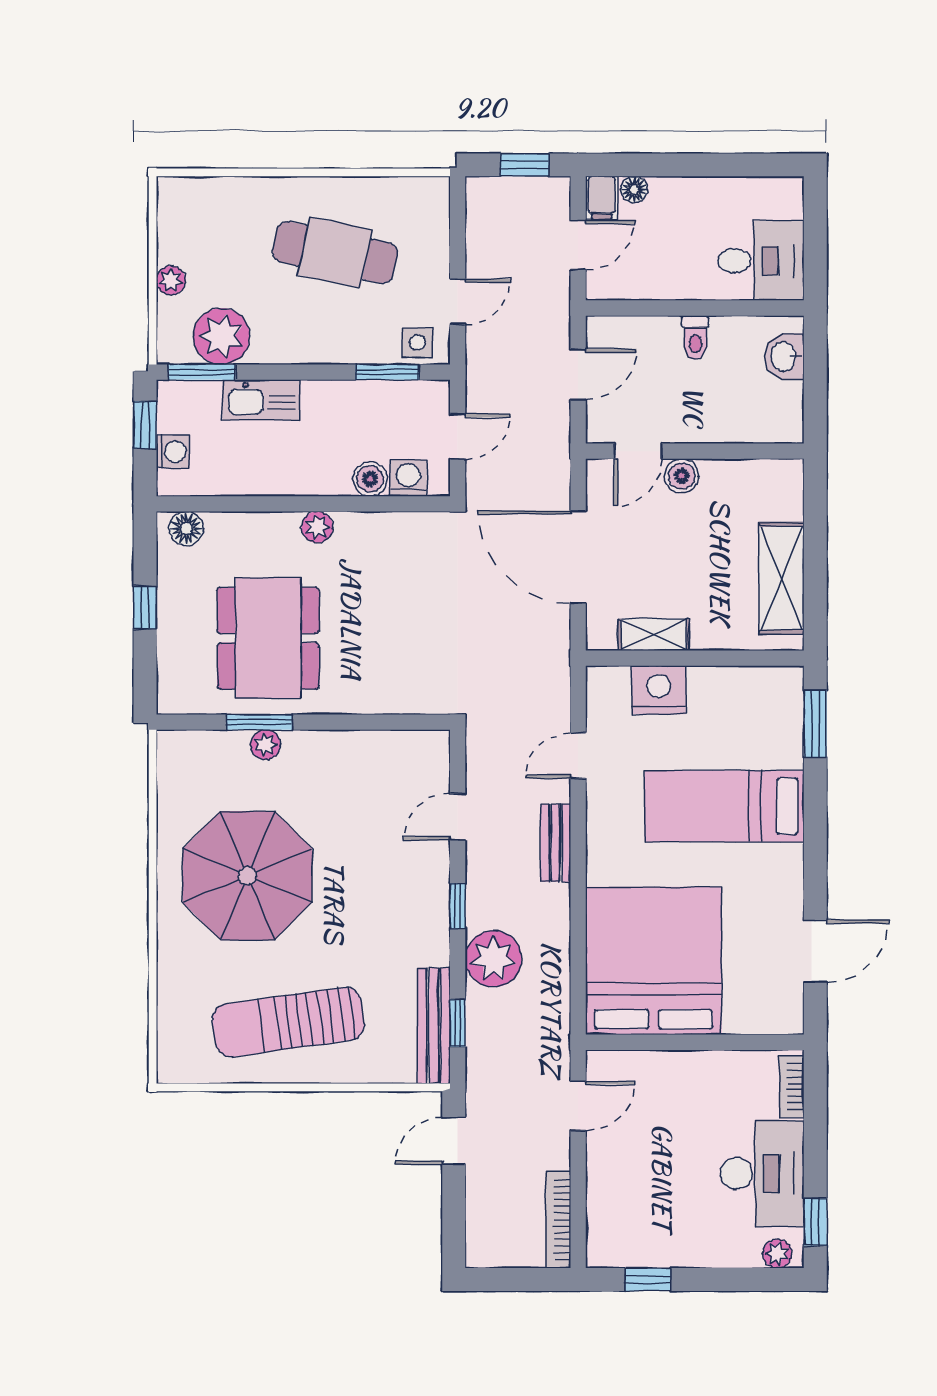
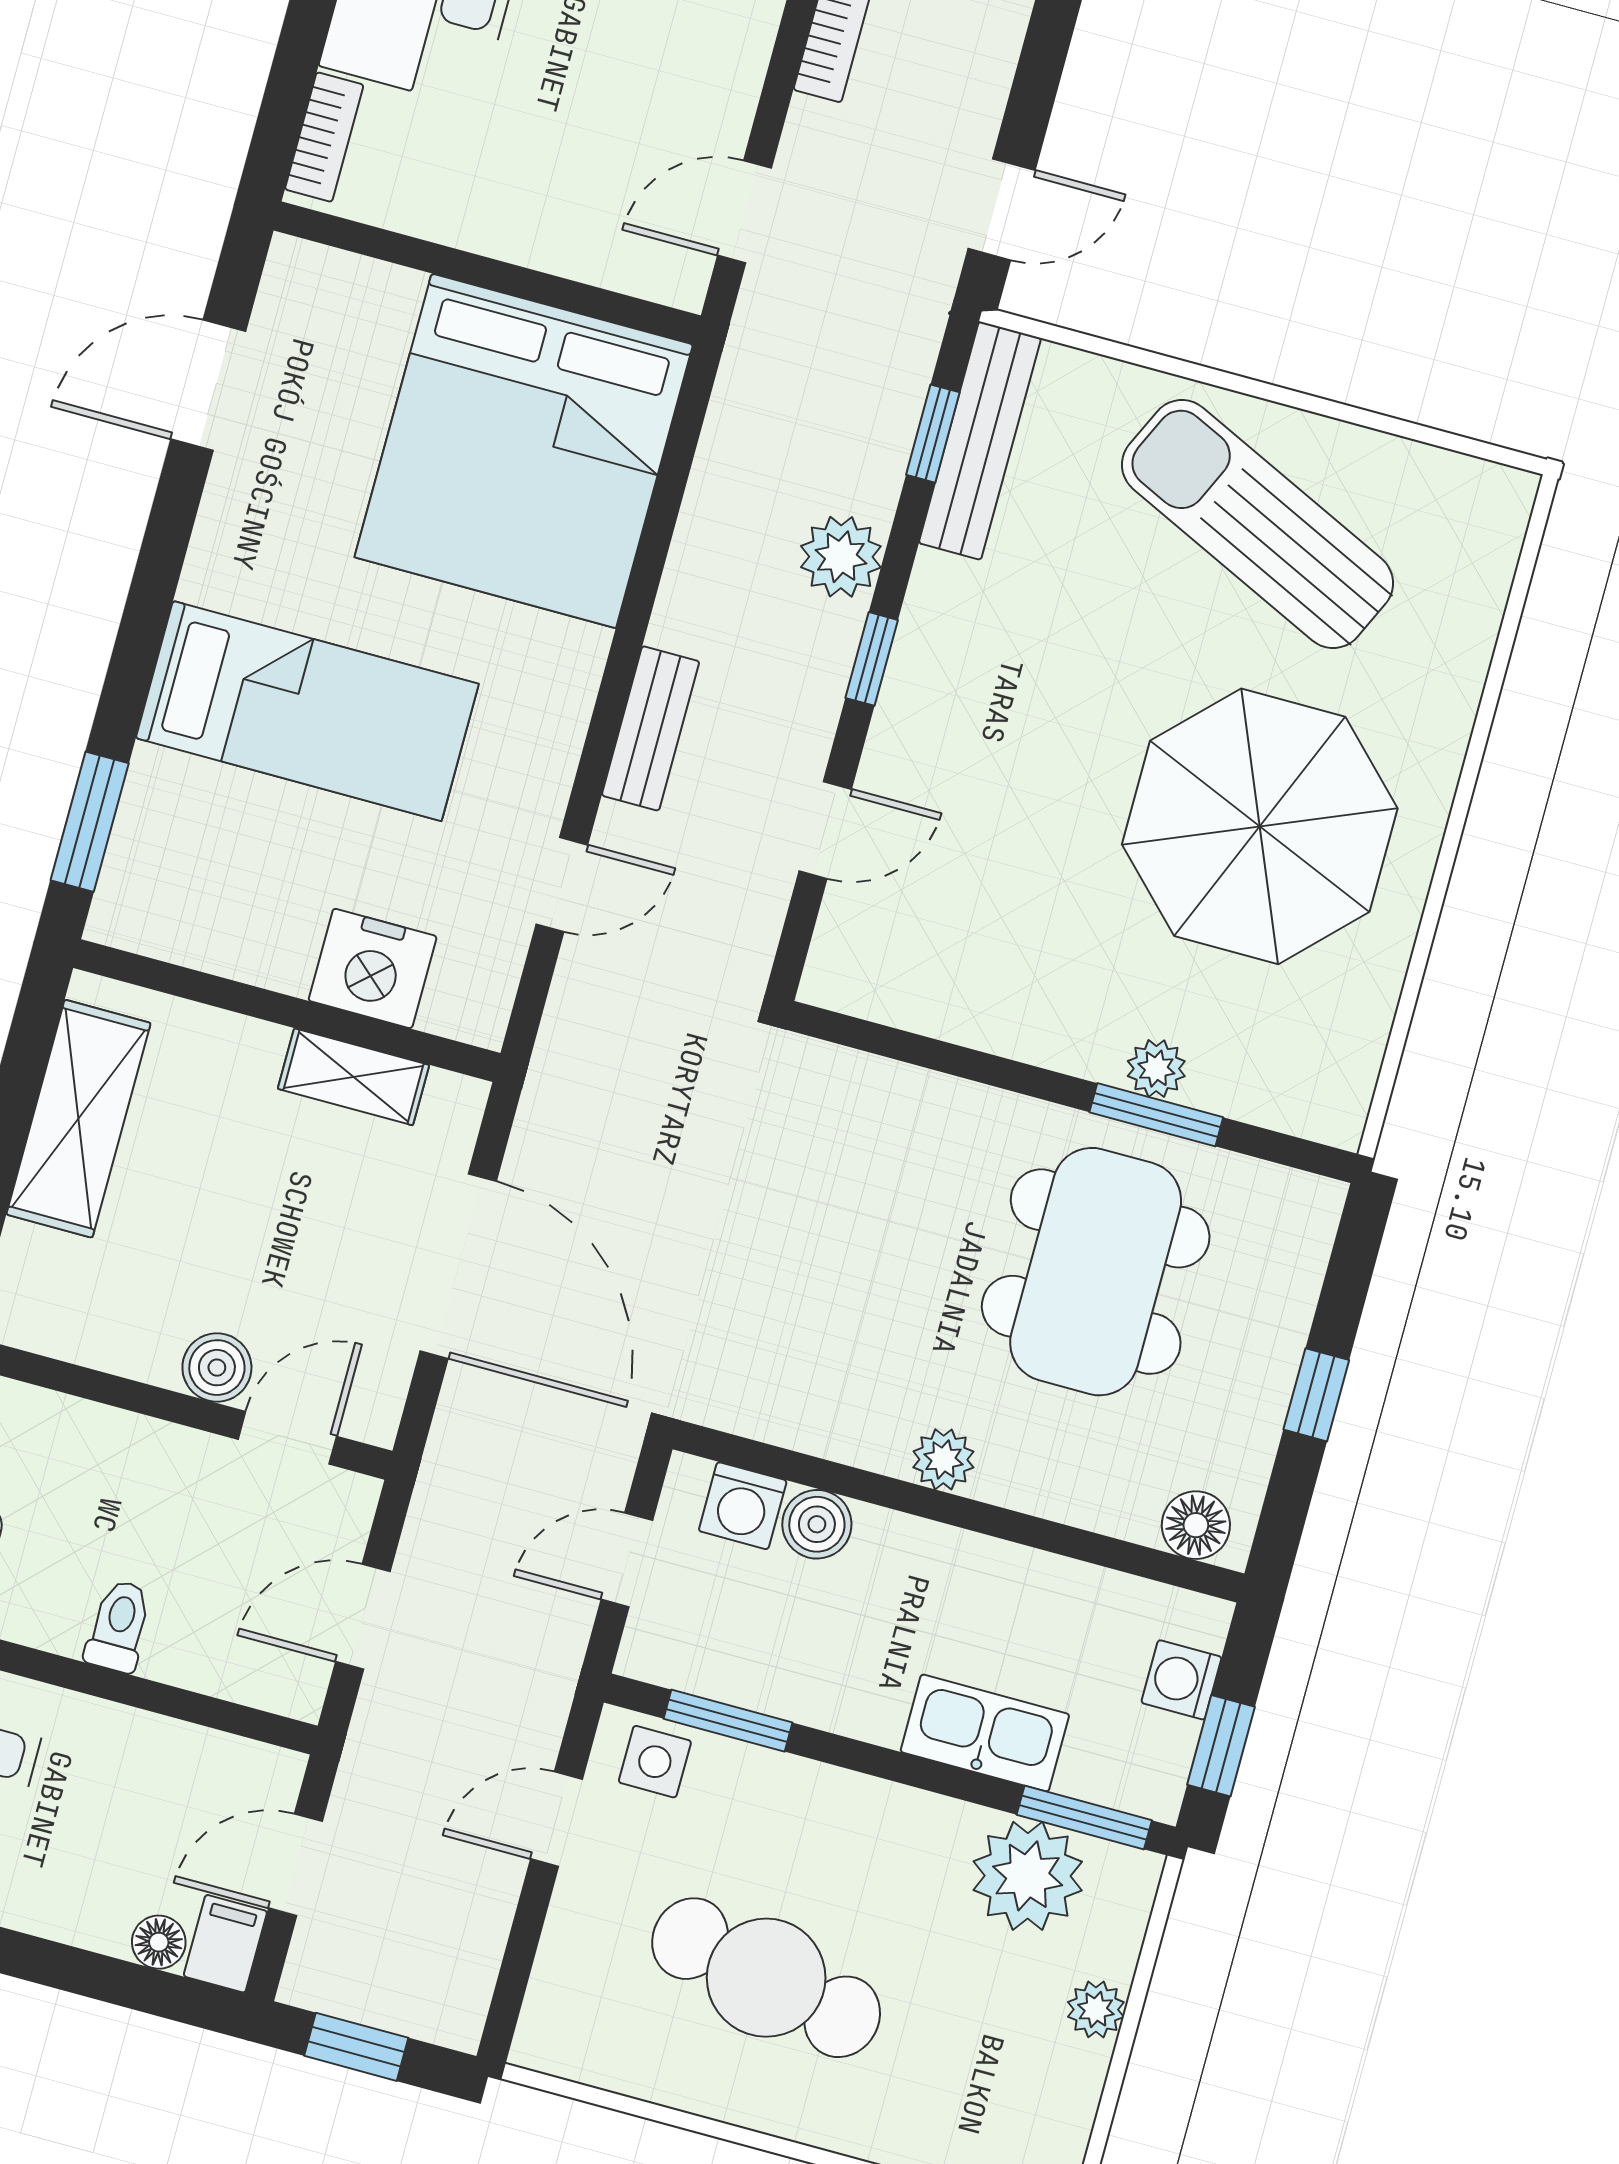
plant: (493, 959) -> (841, 557), width x0.73, depth x0.73
sun lounger: (288, 1022) -> (1258, 524), turned -147

